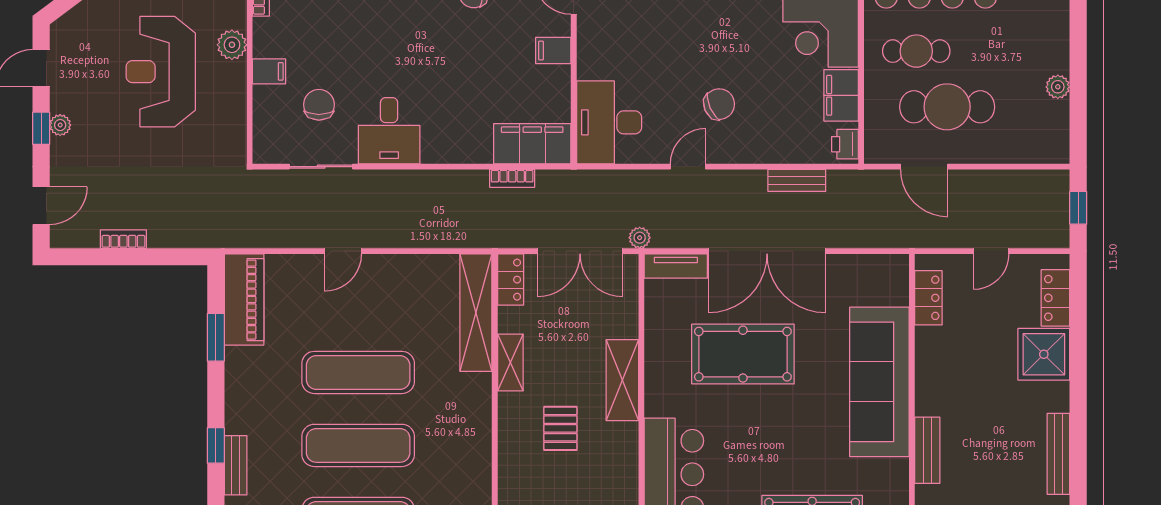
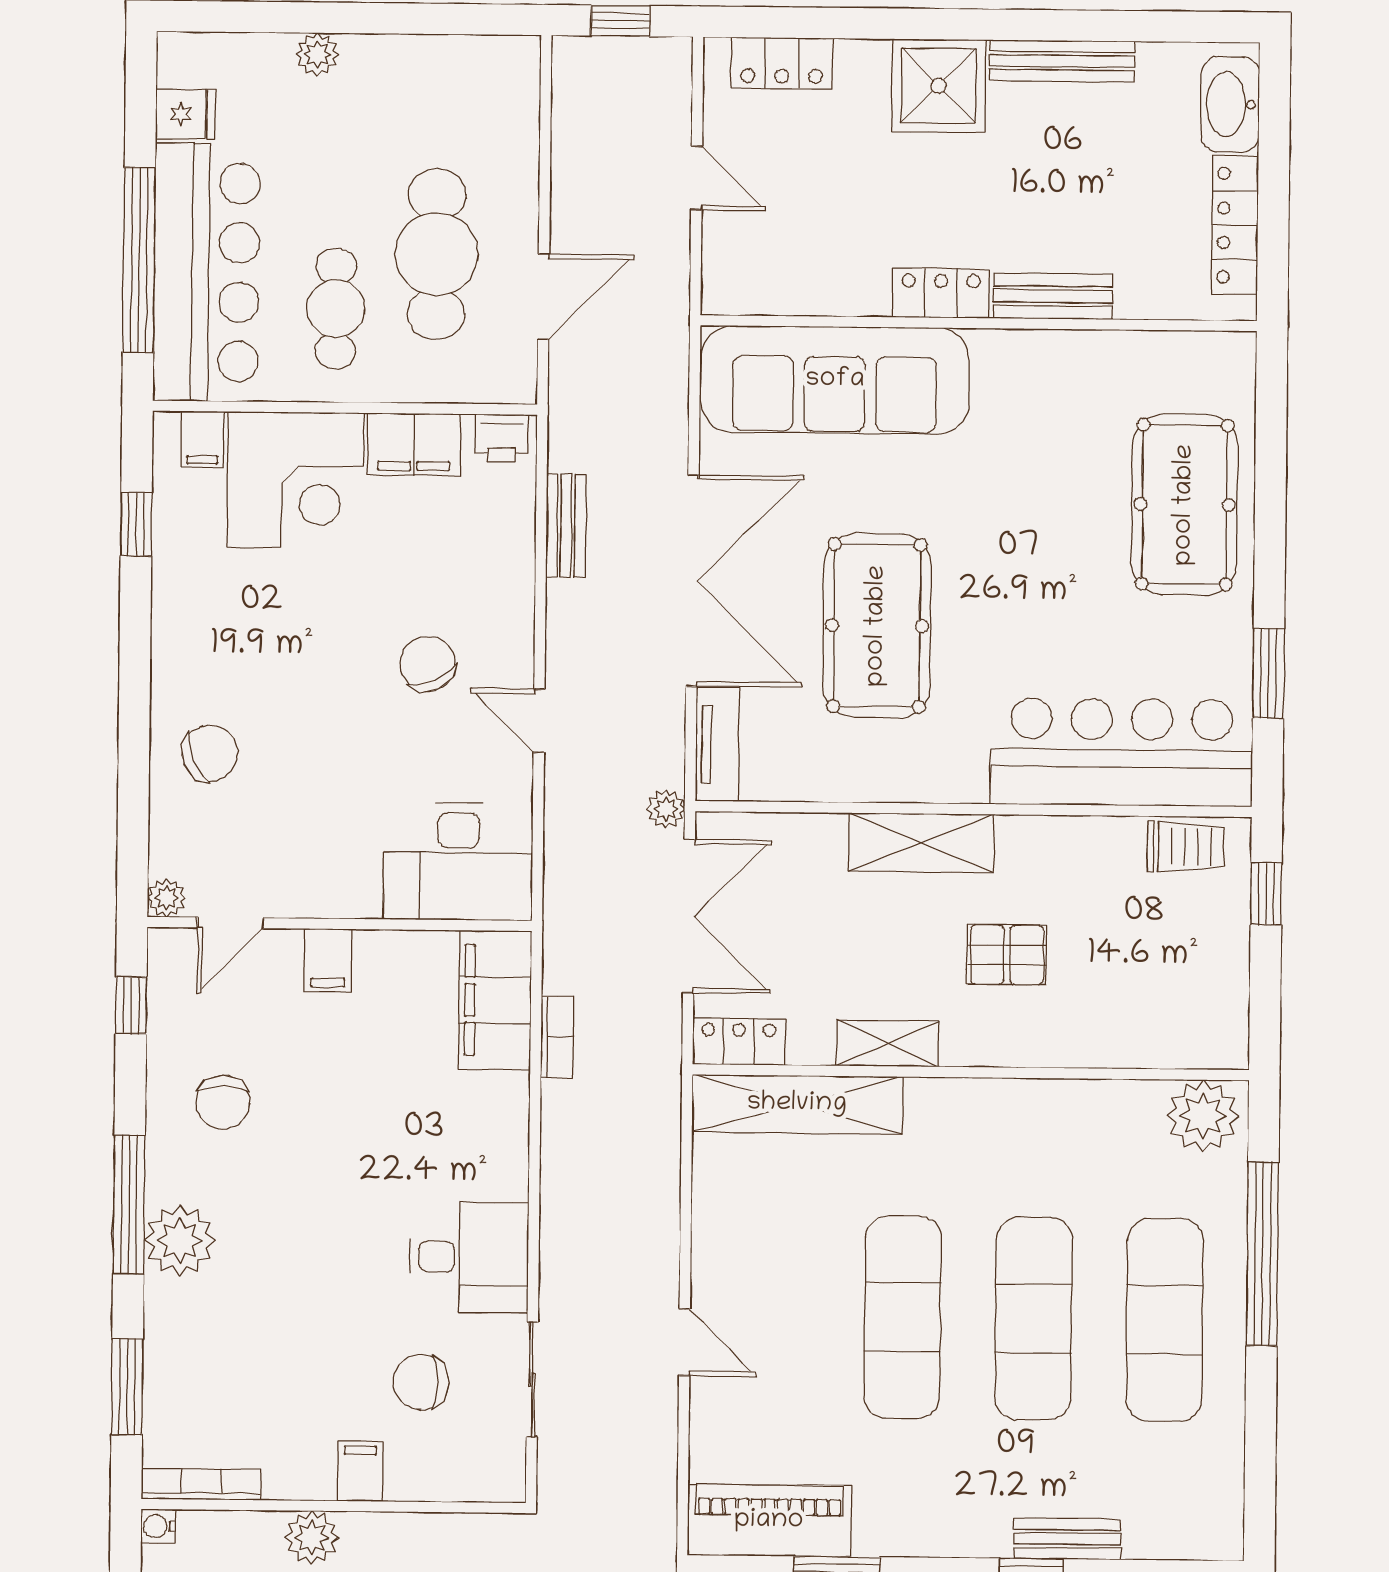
plant: (1058, 87) -> (317, 54), moved
locker: (928, 298) -> (941, 293), moved
shower: (1044, 354) -> (939, 86), moved
sofa: (879, 382) -> (835, 380), moved

